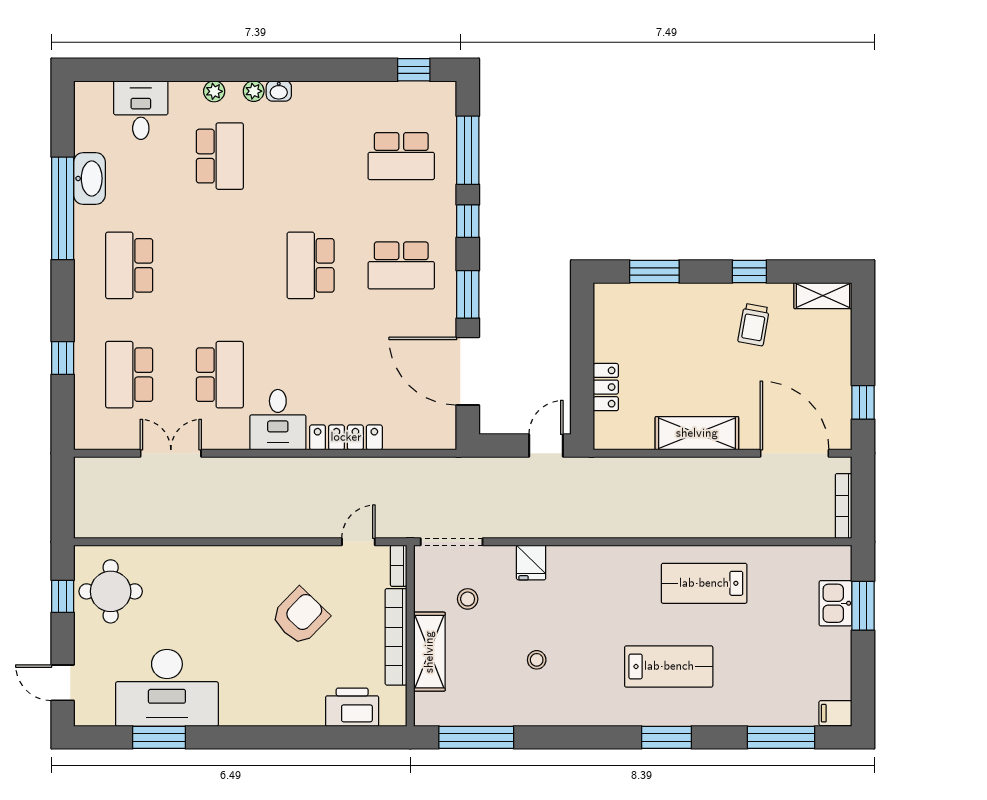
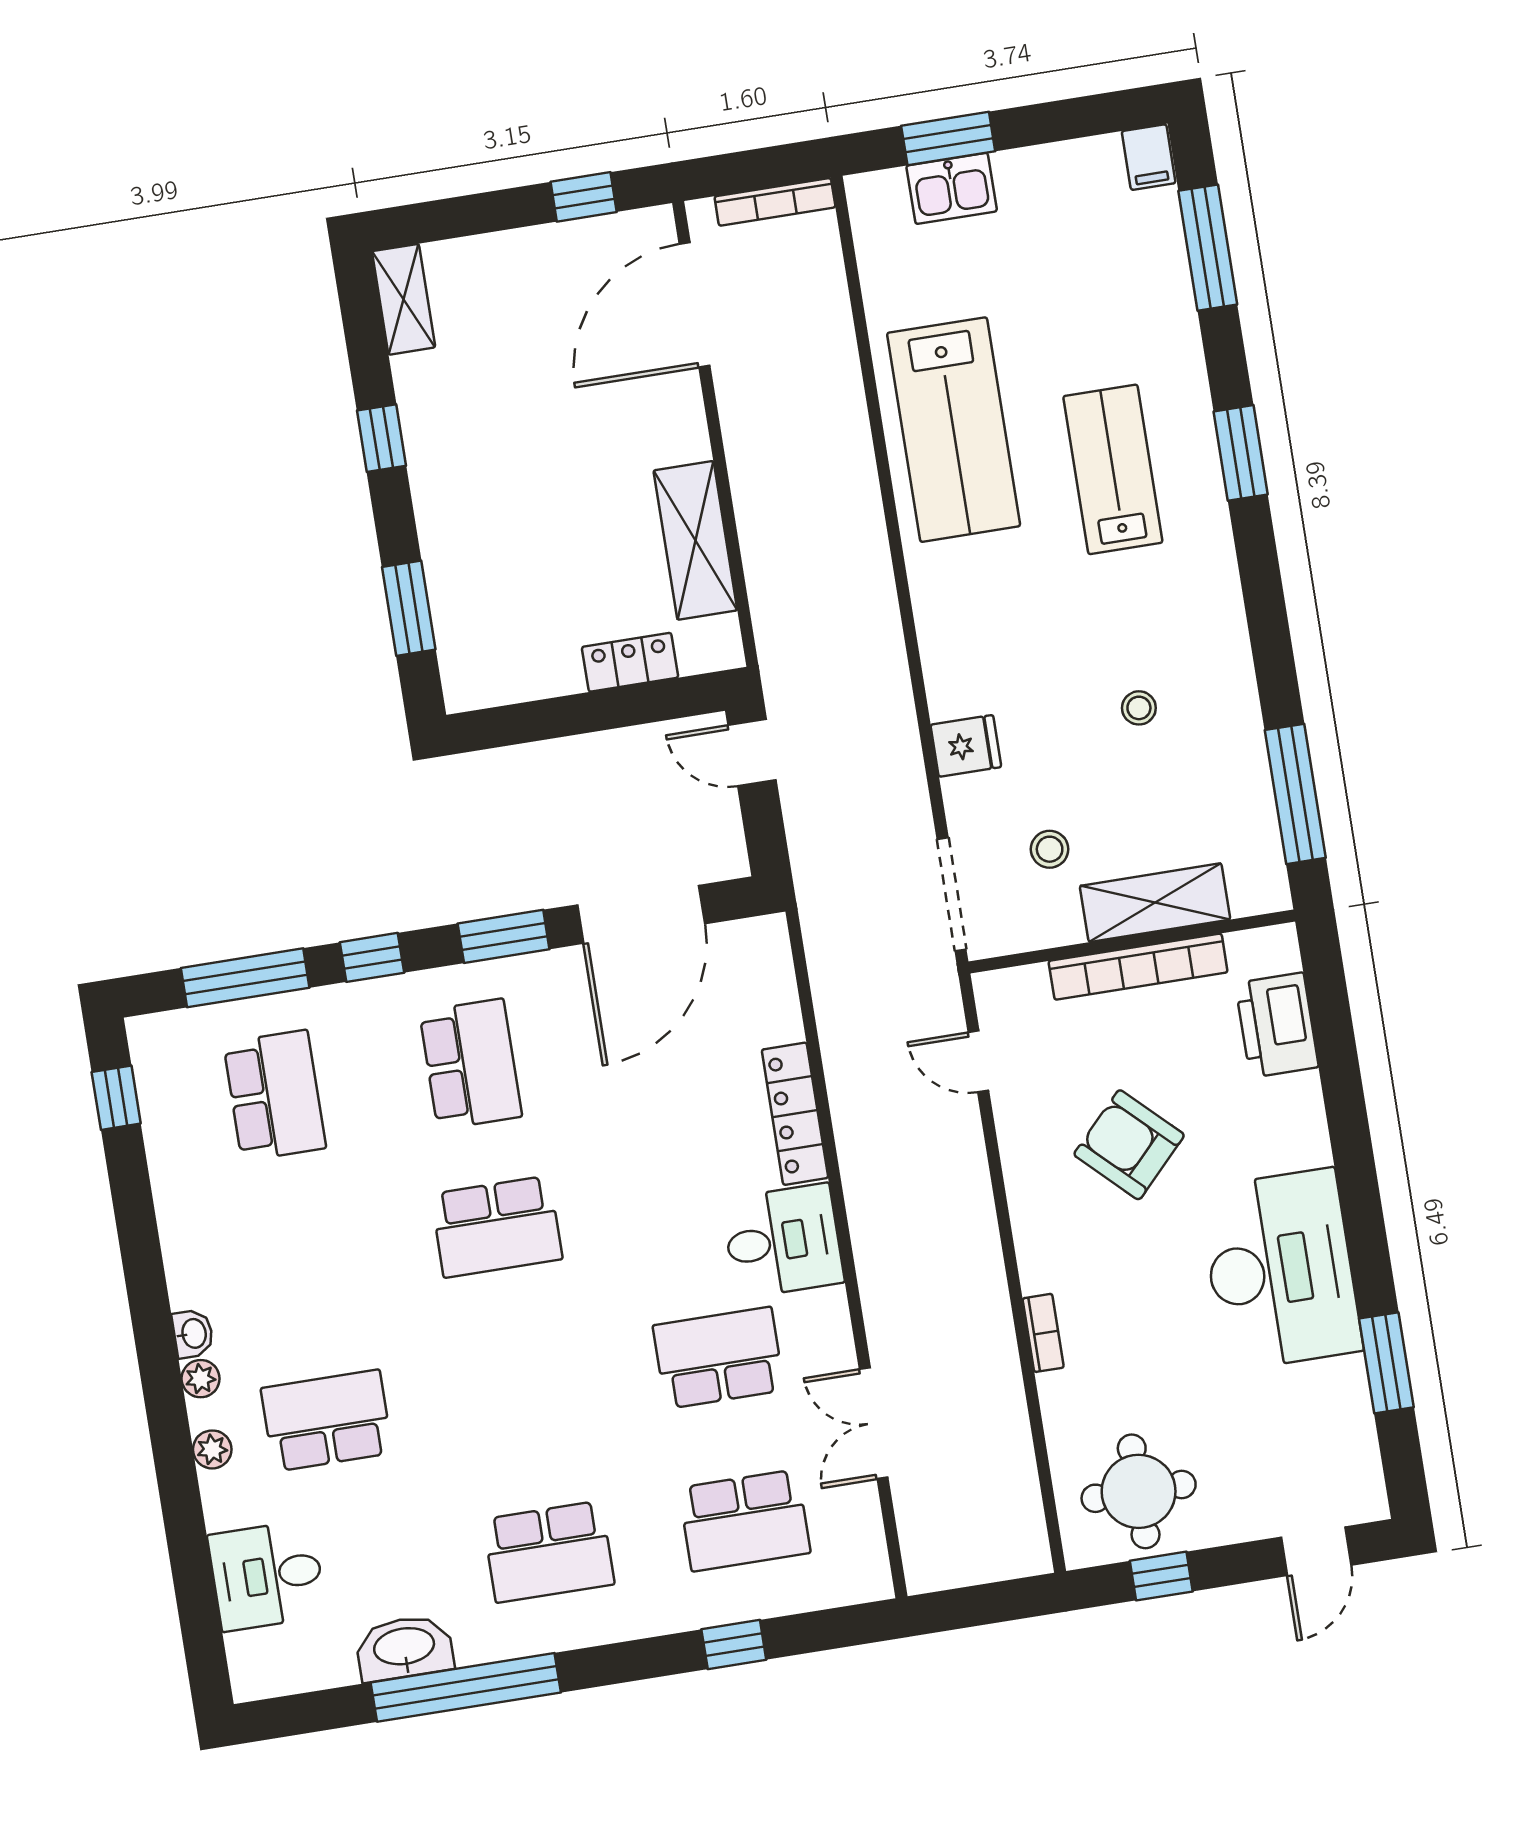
trolley: (754, 325) -> (476, 415), removed
shelving: (697, 433) -> (695, 540), moved
bookcase: (399, 566) -> (1043, 1333), moved, turned -90
lab bench: (704, 583) -> (954, 430), width x1.36, depth x1.39
desk: (167, 688) -> (1280, 1270), moved

